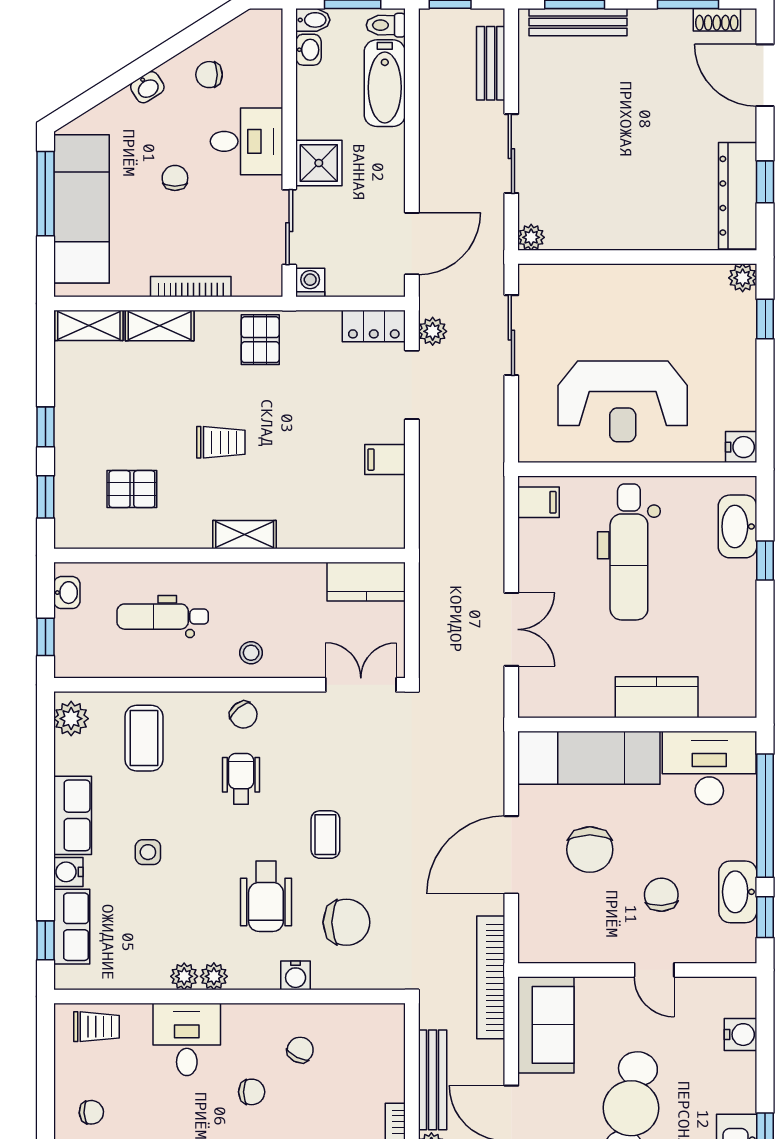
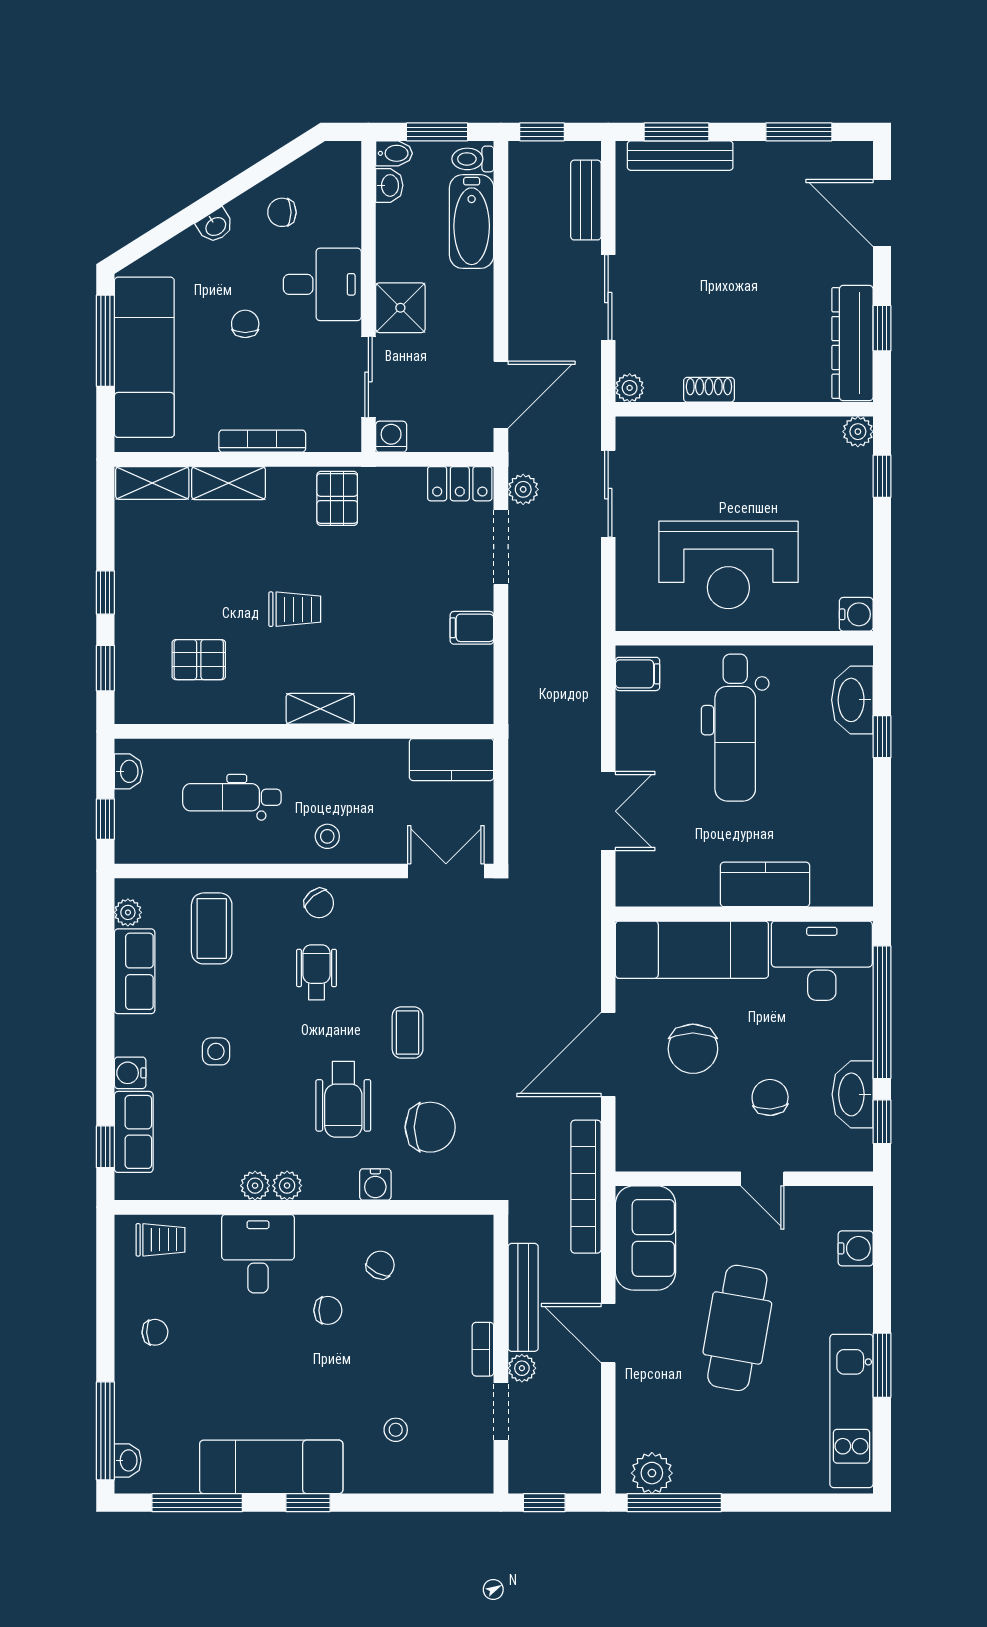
shoe rack: (717, 20) -> (709, 390), moved, turned 180
plant: (71, 719) -> (128, 912), width x0.73, depth x0.73
row of seats: (73, 815) -> (135, 971), moved

